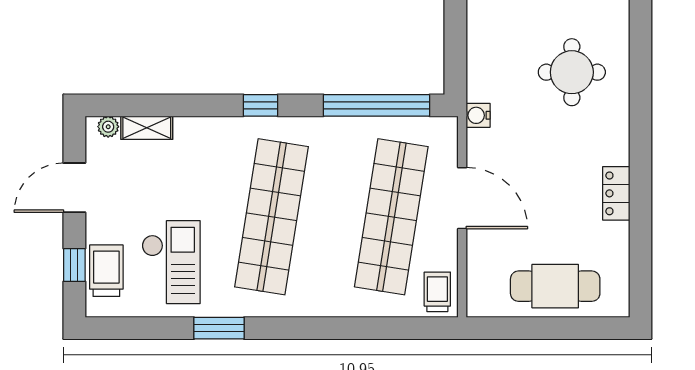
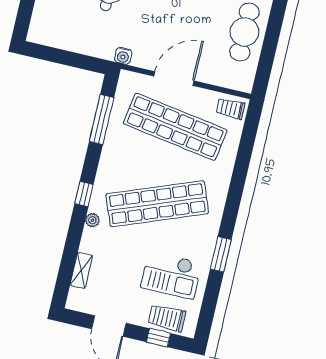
window: (376, 105) -> (101, 120), width x0.68
plant: (108, 127) -> (92, 220), moved
shop shelf: (272, 217) -> (157, 204), turned -30
checkout: (171, 262) -> (171, 275), turned 180

